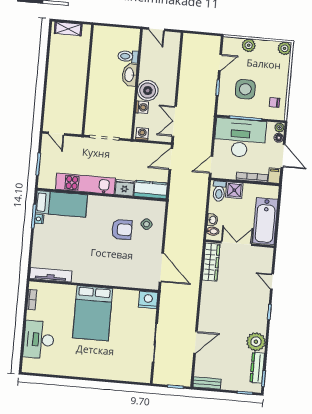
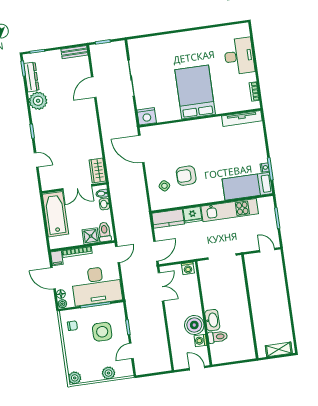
boiler: (148, 91) -> (194, 325), moved
washing machine: (142, 107) -> (200, 341), moved
wardrobe: (211, 262) -> (97, 170), width x0.67

